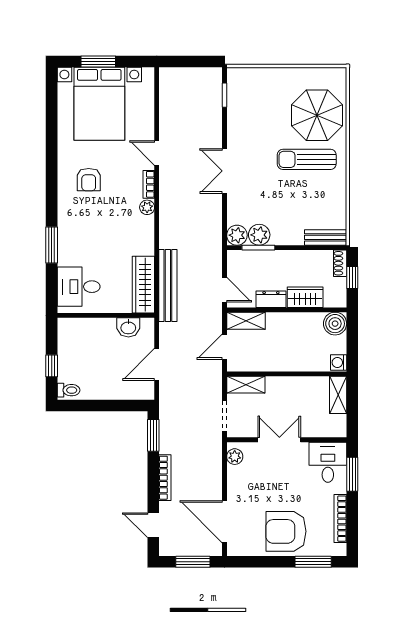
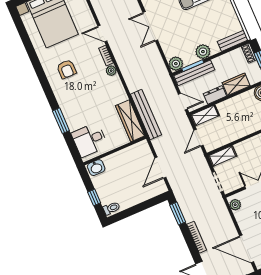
plant: (259, 235) -> (203, 52), moved
bench: (256, 258) -> (194, 73), added
washbasin: (128, 327) -> (96, 168), moved

